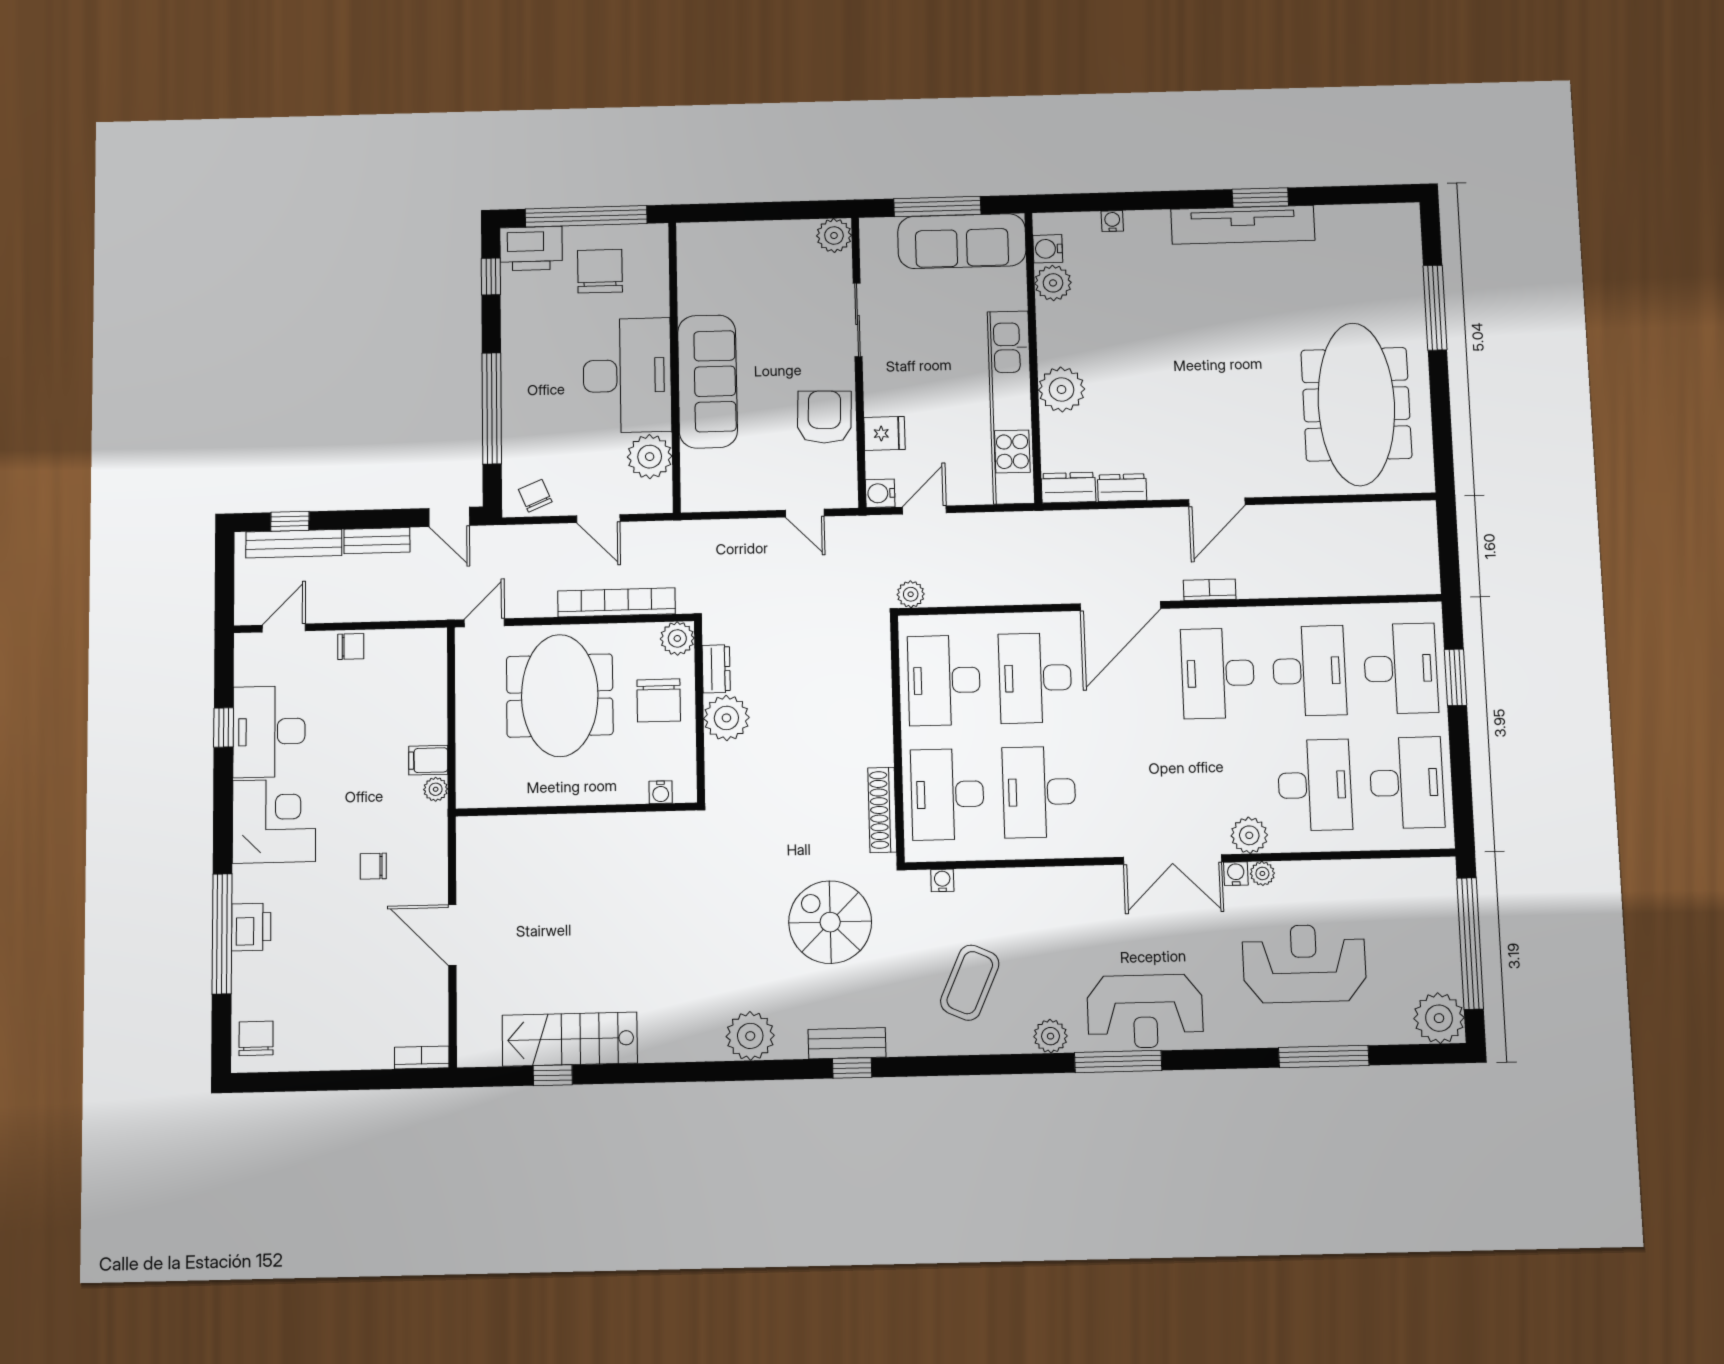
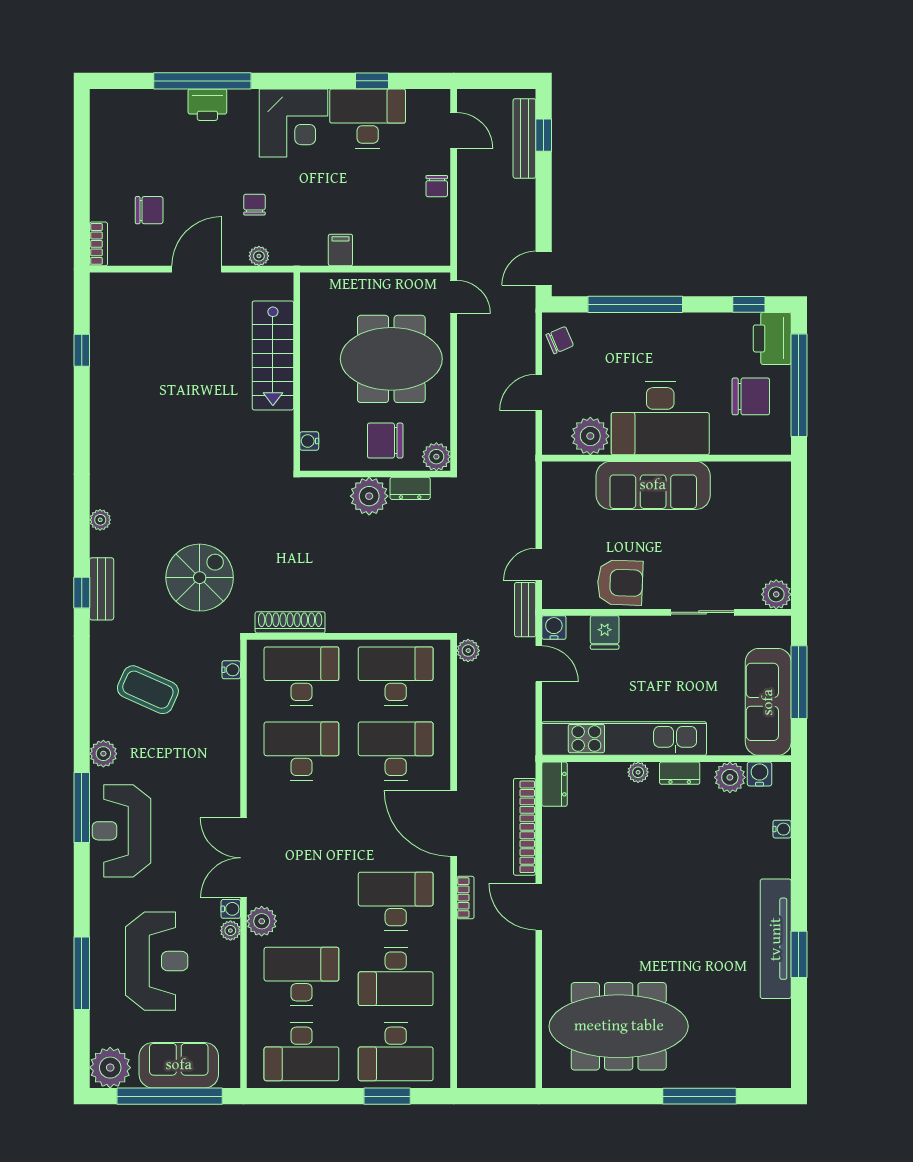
plant: (1062, 389) -> (638, 772), width x0.53, depth x0.53
dresser: (1122, 488) -> (680, 773), moved, turned 90
bench: (377, 541) -> (525, 610), moved
bookcase: (616, 602) -> (525, 827), moved, turned 180
desk: (1315, 785) -> (301, 976), turned 180
plant: (436, 789) -> (259, 256), moved
sofa: (1431, 933) -> (179, 1065), added
plant: (750, 1036) -> (100, 520), width x0.53, depth x0.53
chair: (256, 1038) -> (149, 210), moved
stairs: (570, 1039) -> (273, 355), moved, turned 180

